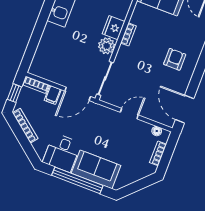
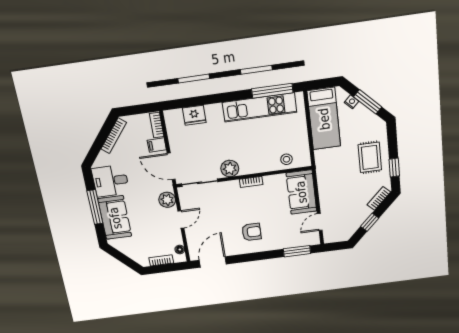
fridge: (113, 28) -> (194, 115), moved, turned 180
window: (14, 93) -> (137, 110), removed
door: (129, 114) -> (181, 219), hinge flipped
plant: (105, 115) -> (167, 200), added
window: (77, 180) -> (95, 207), width x0.68

